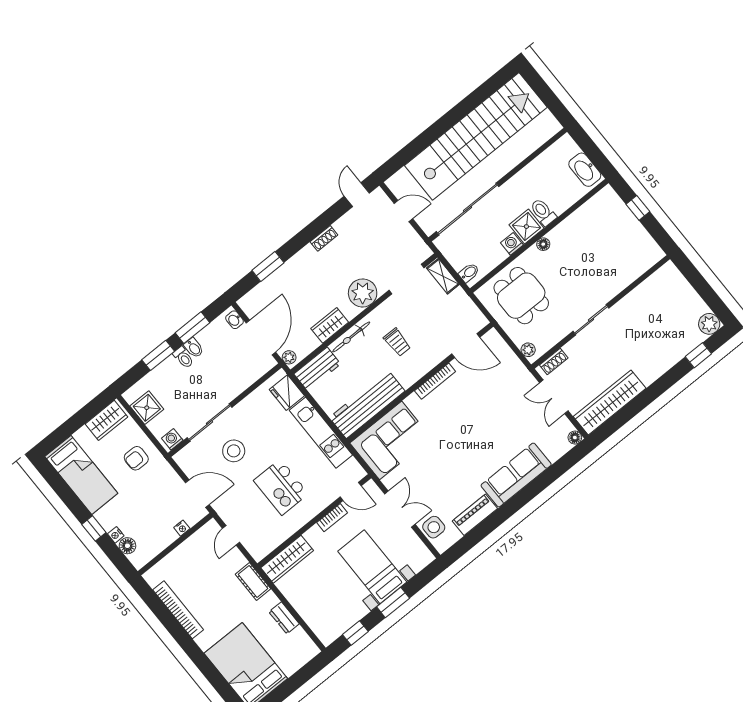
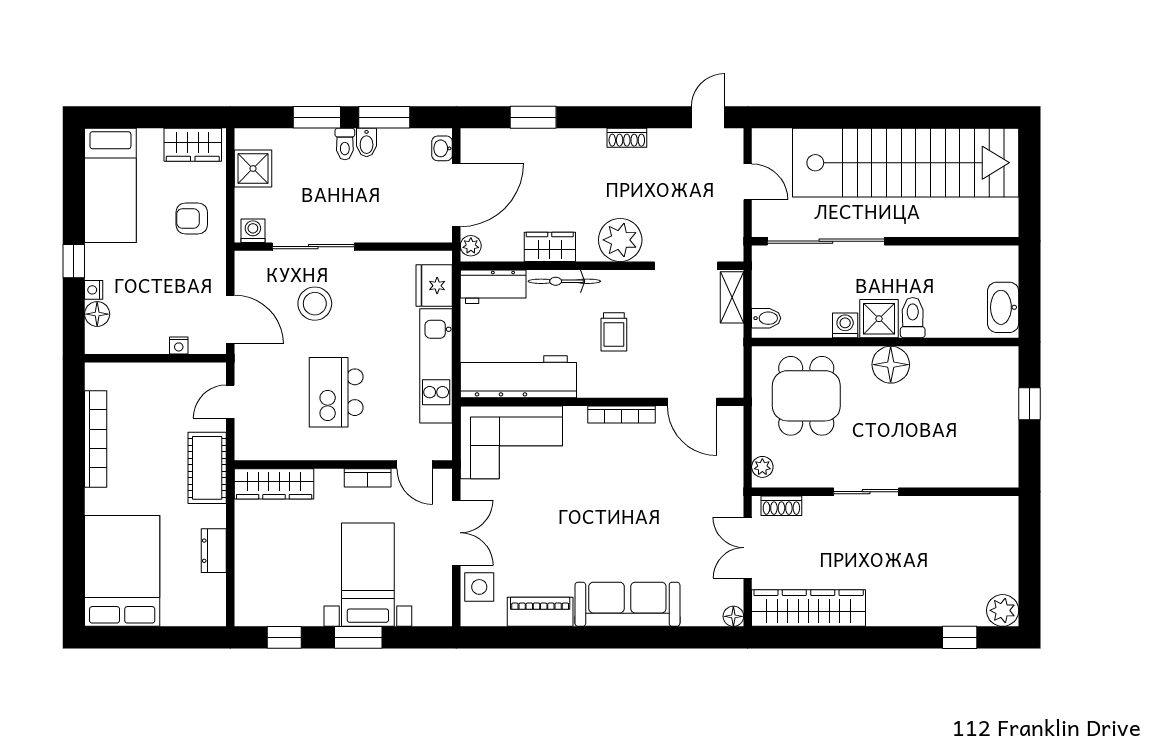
floor lamp: (543, 244) -> (891, 365), width x1.89, depth x1.89
cot: (253, 581) -> (207, 468), width x1.37, depth x1.34

